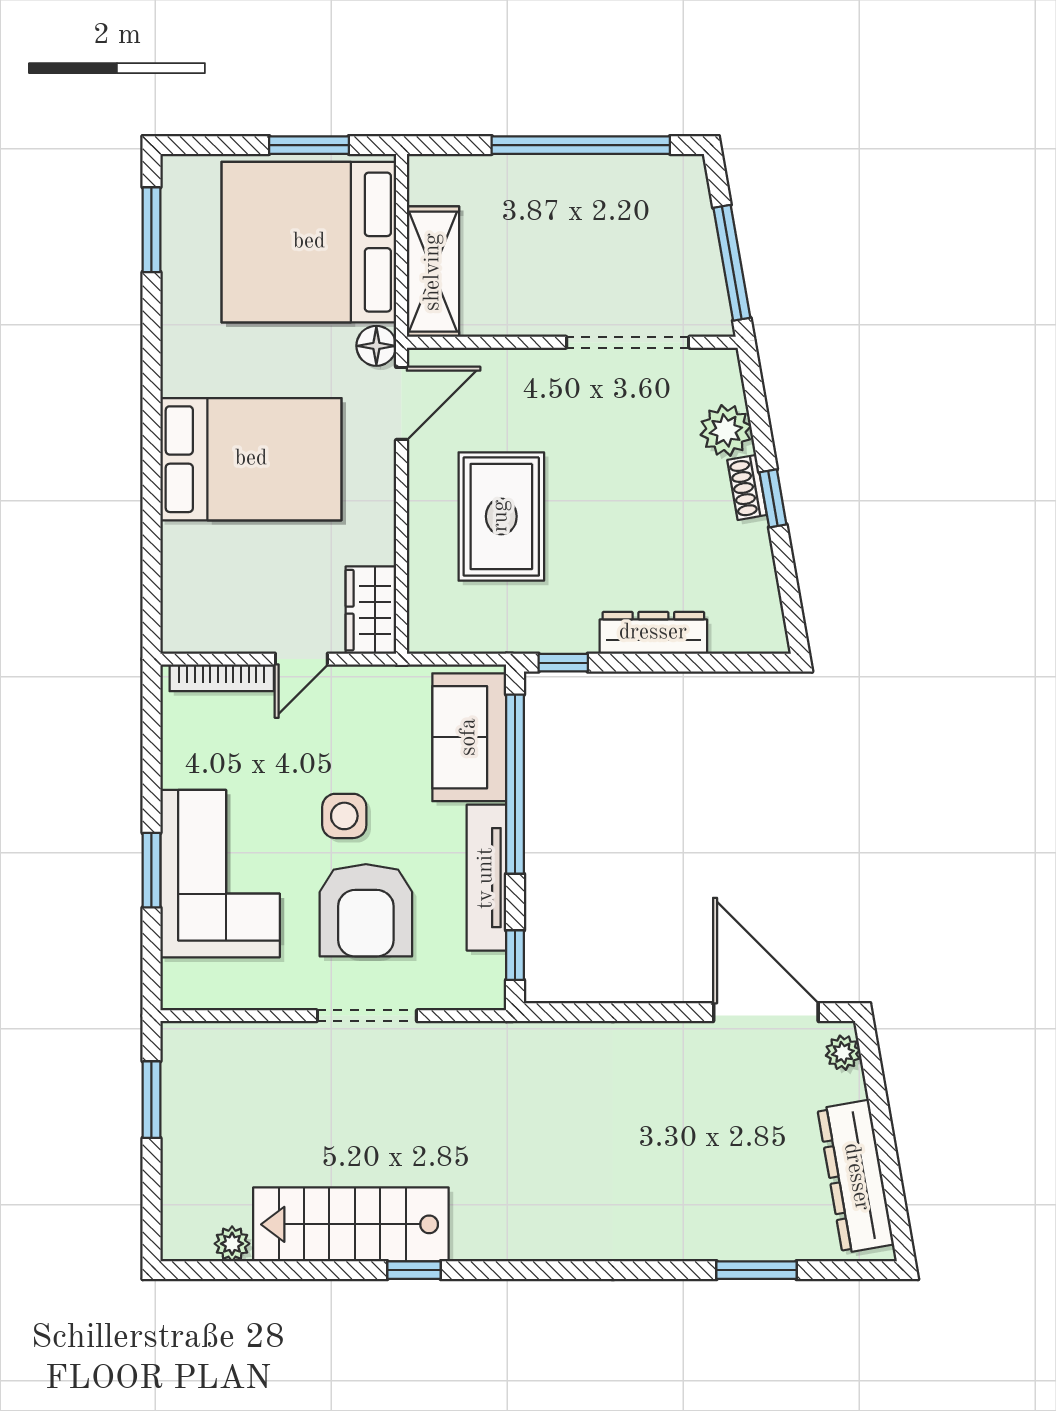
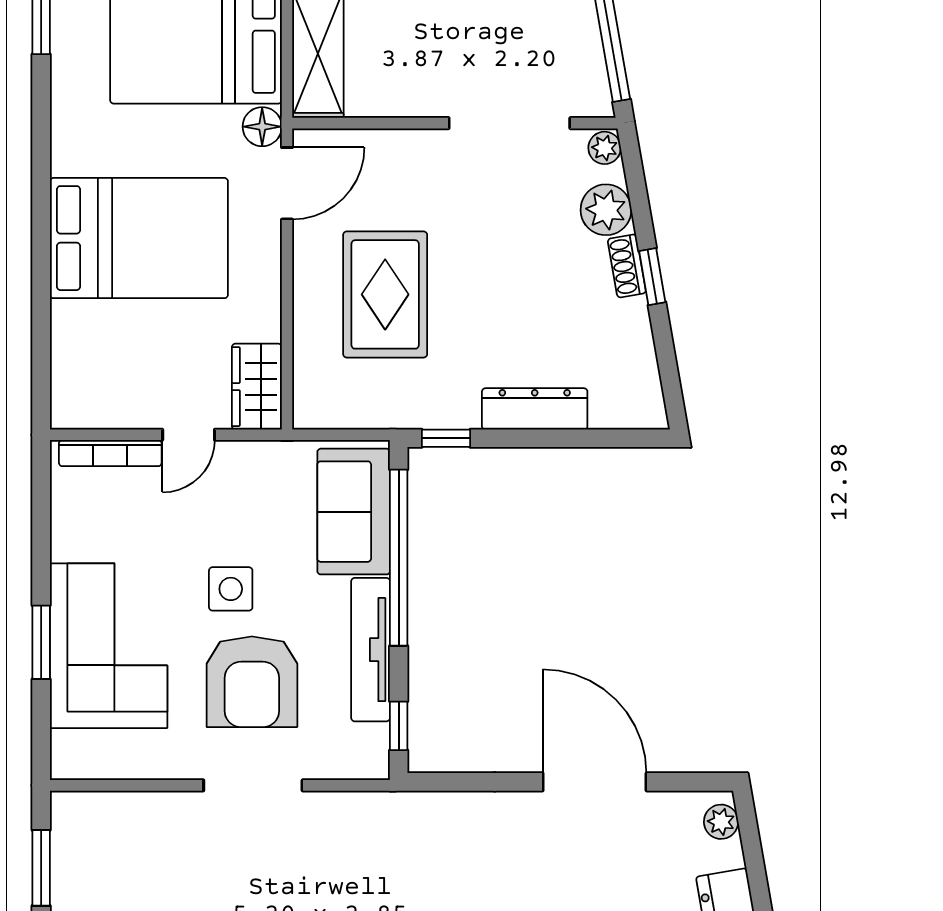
plant: (724, 367) -> (605, 148), added
door: (766, 1012) -> (595, 782), moved

